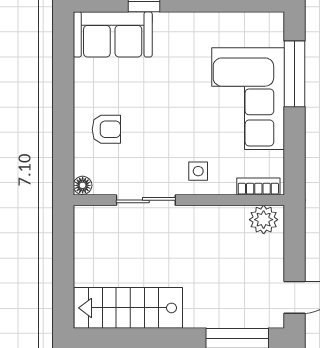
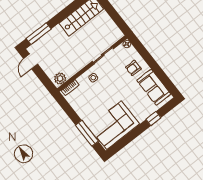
sofa: (113, 34) -> (154, 87), moved, turned -90
corner sofa: (248, 99) -> (114, 125), moved, turned -90

